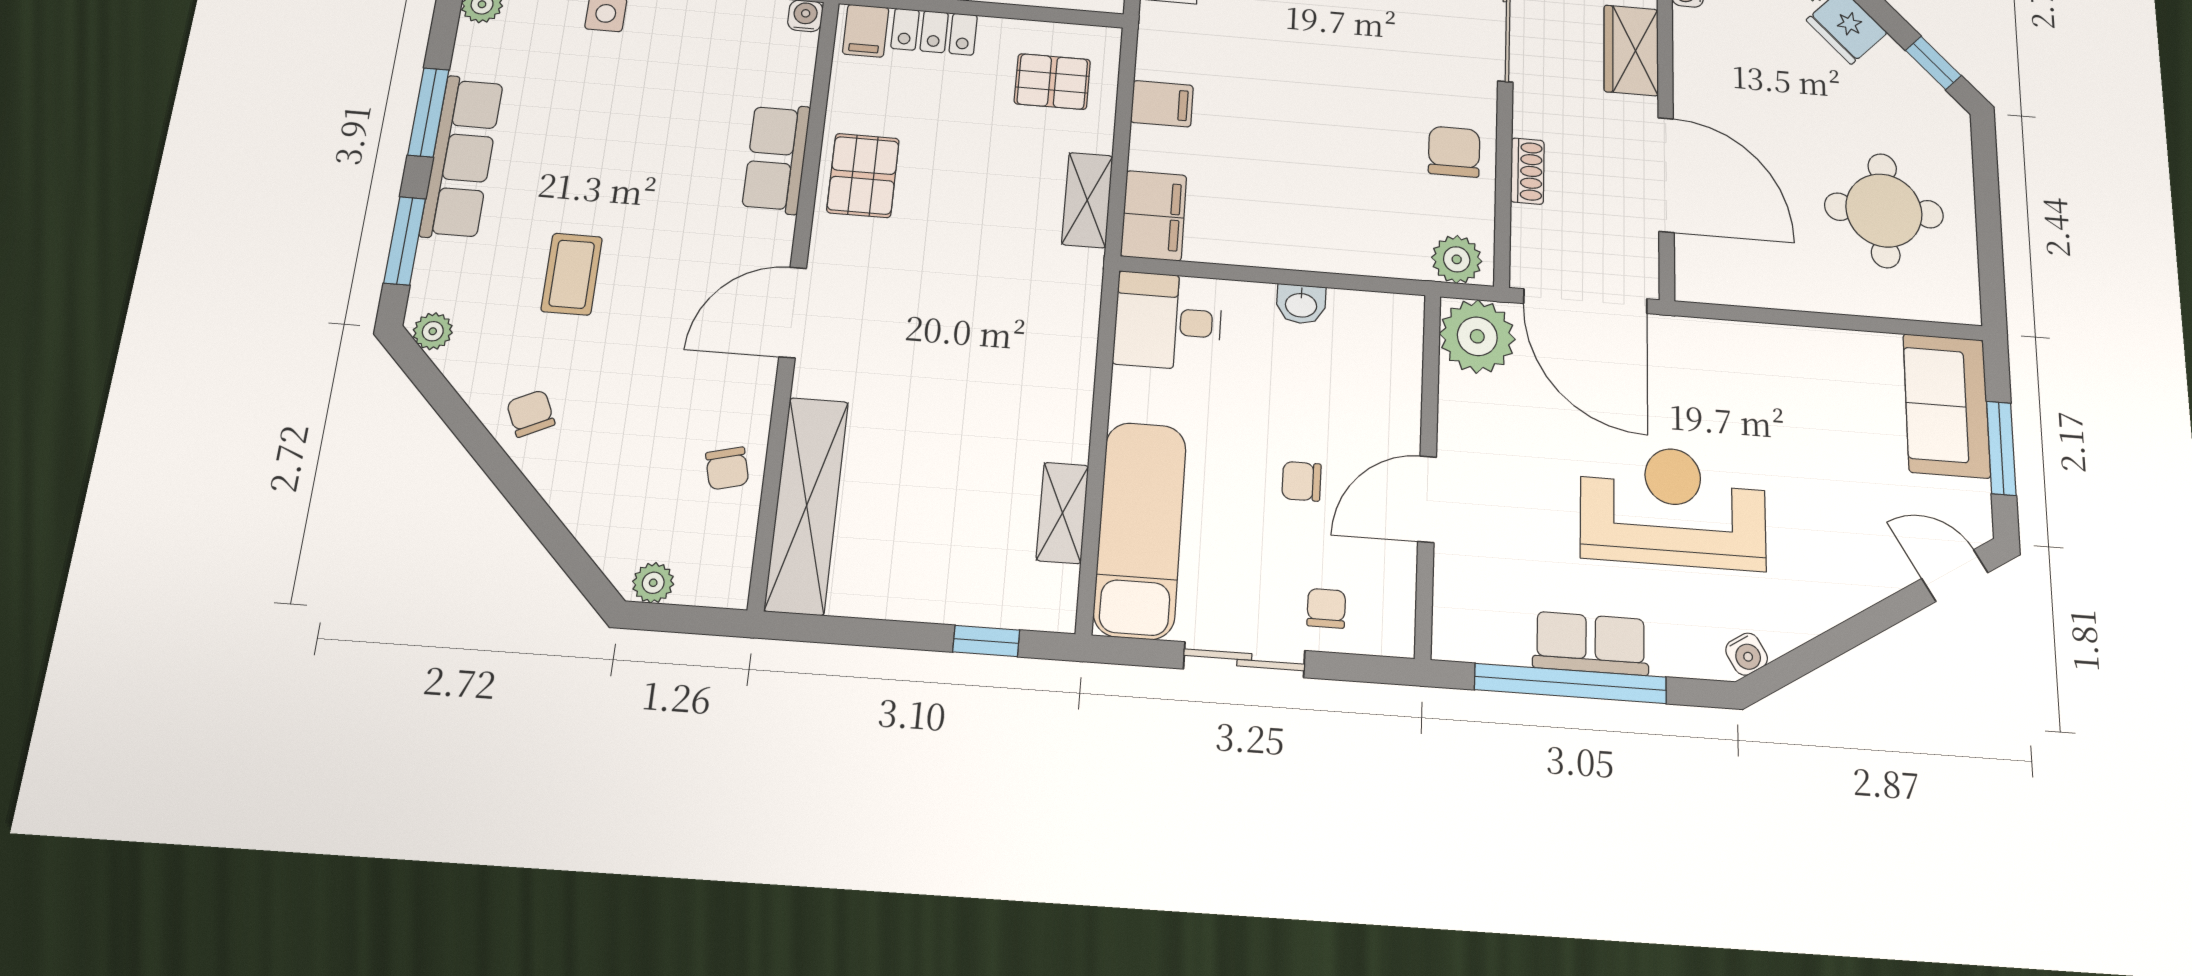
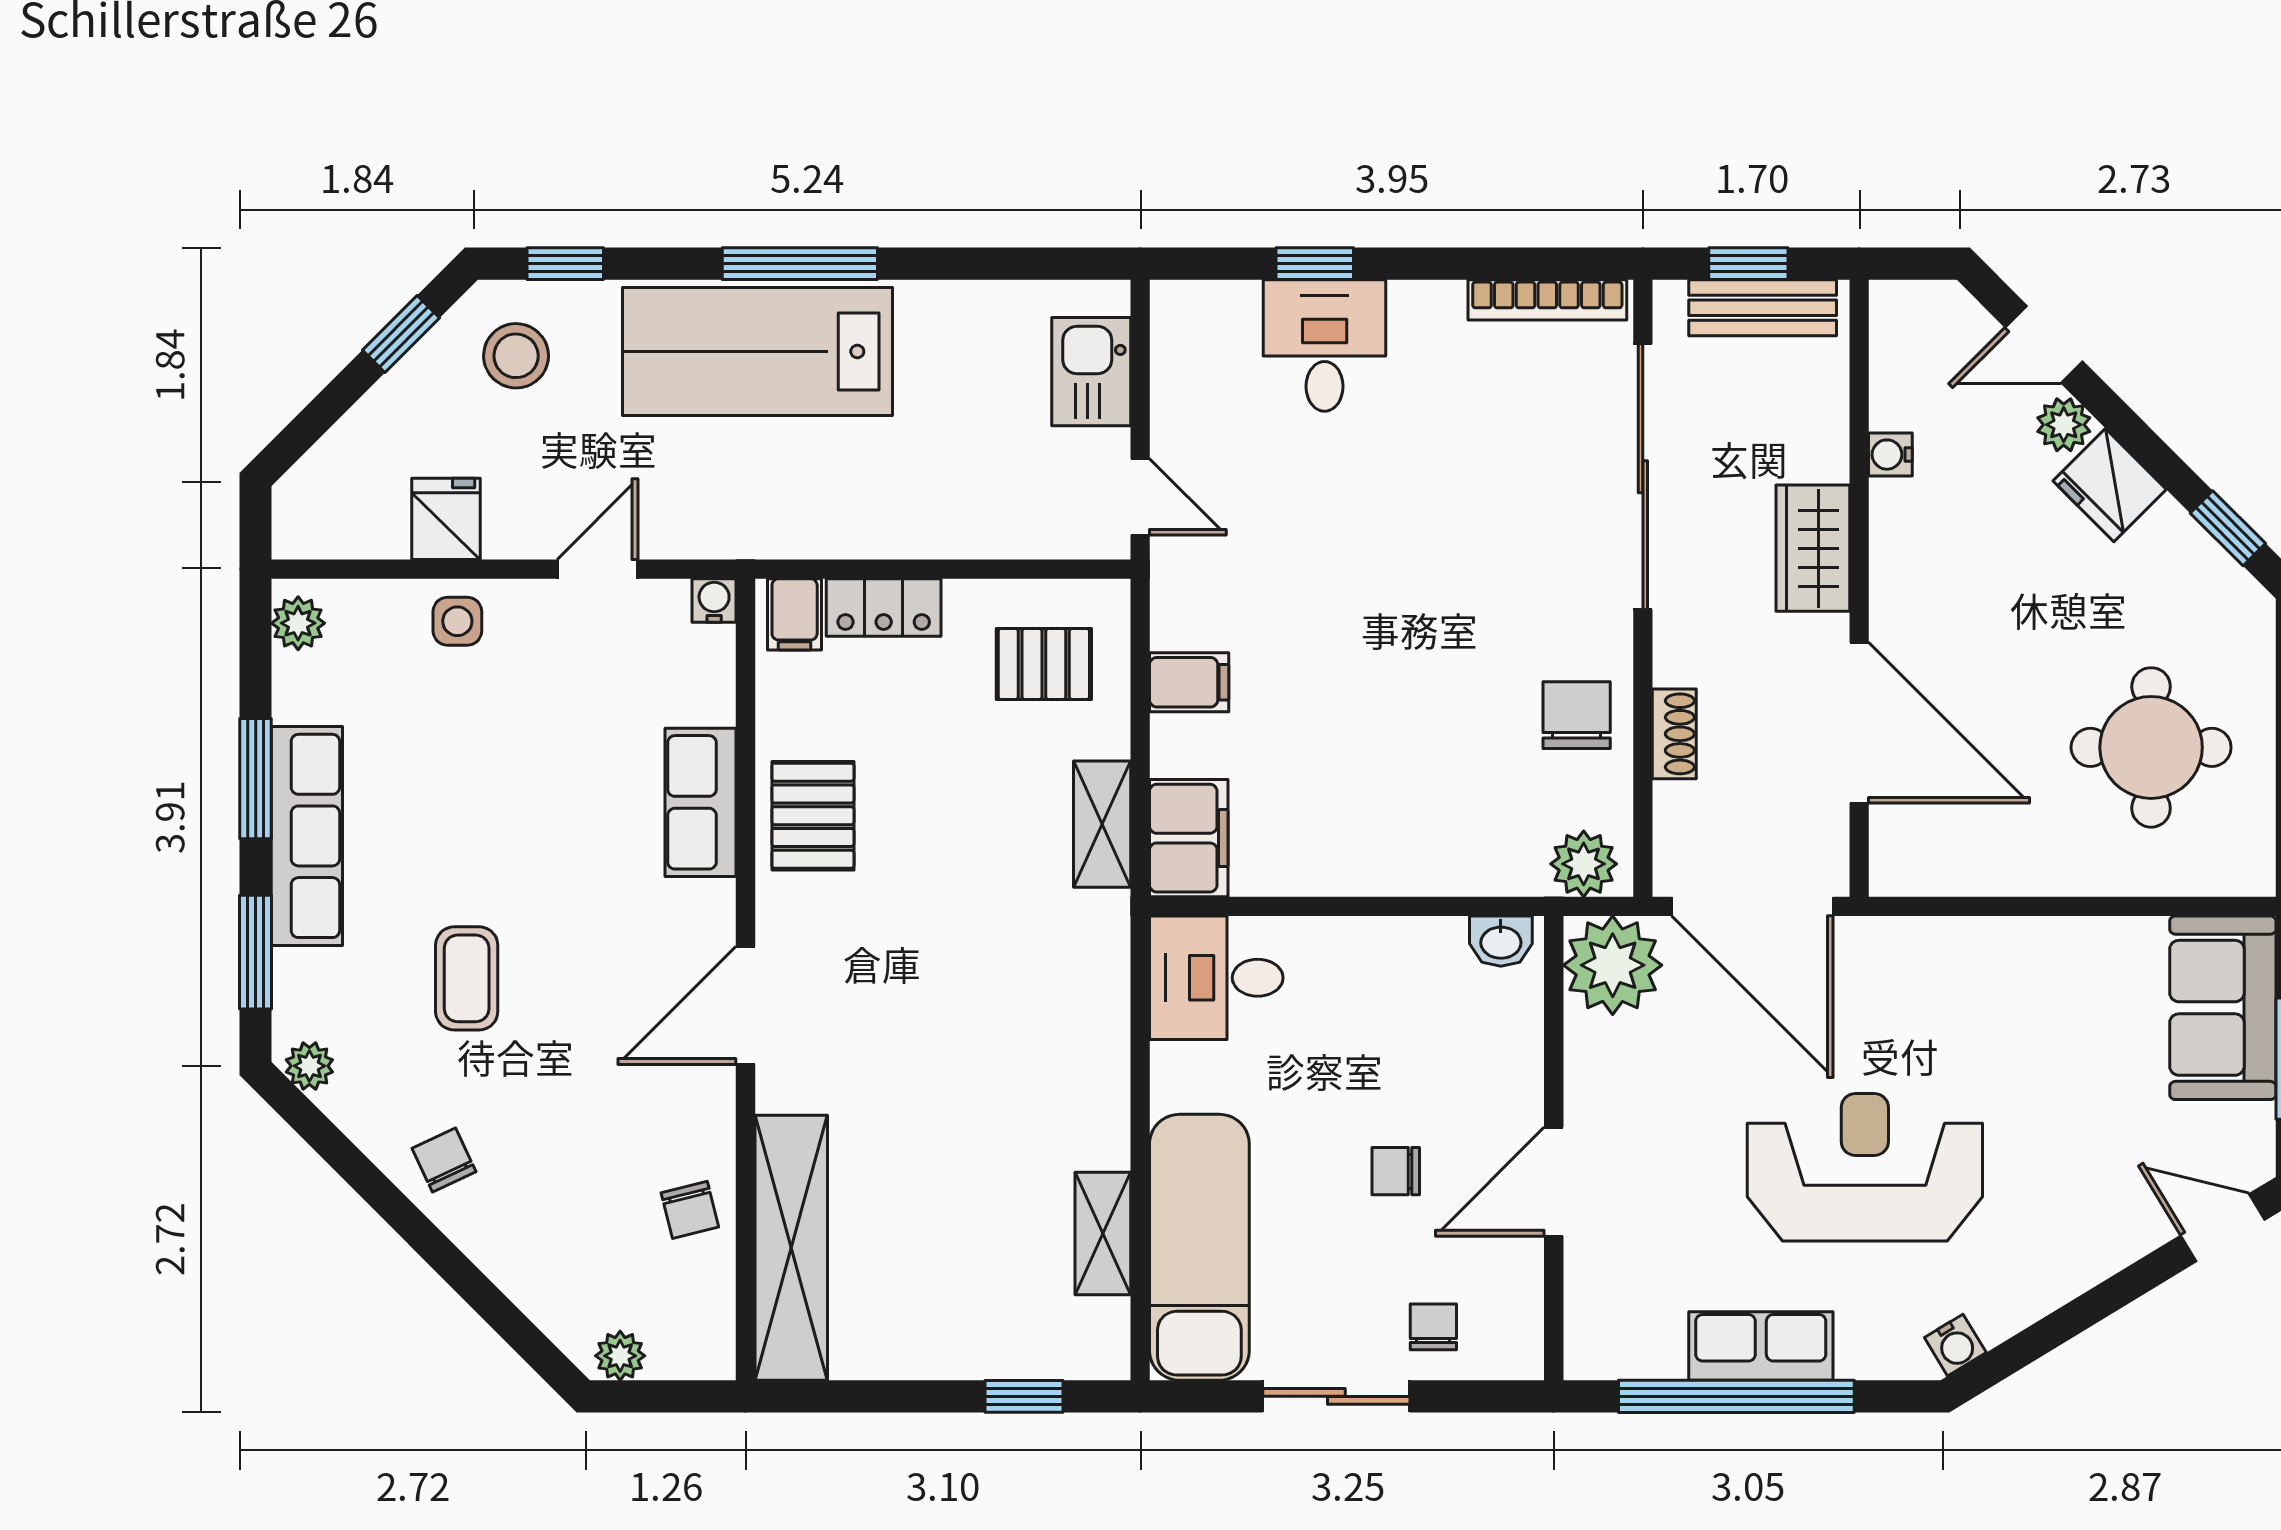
washbasin: (1301, 304) -> (1501, 941), moved

